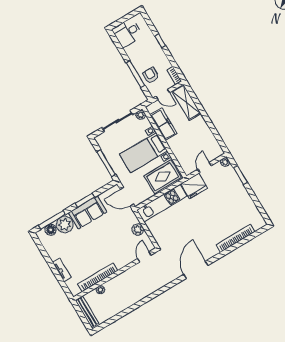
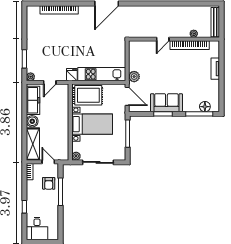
desk: (127, 33) -> (37, 228), moved, turned 90
boiler: (199, 123) -> (32, 121), added
freezer: (164, 124) -> (33, 100), moved, turned 180
fridge: (194, 186) -> (72, 75), width x0.53, depth x0.75
plant: (65, 225) -> (191, 104), removed
plant: (138, 229) -> (134, 77), moved
door: (144, 257) -> (163, 39), moved

